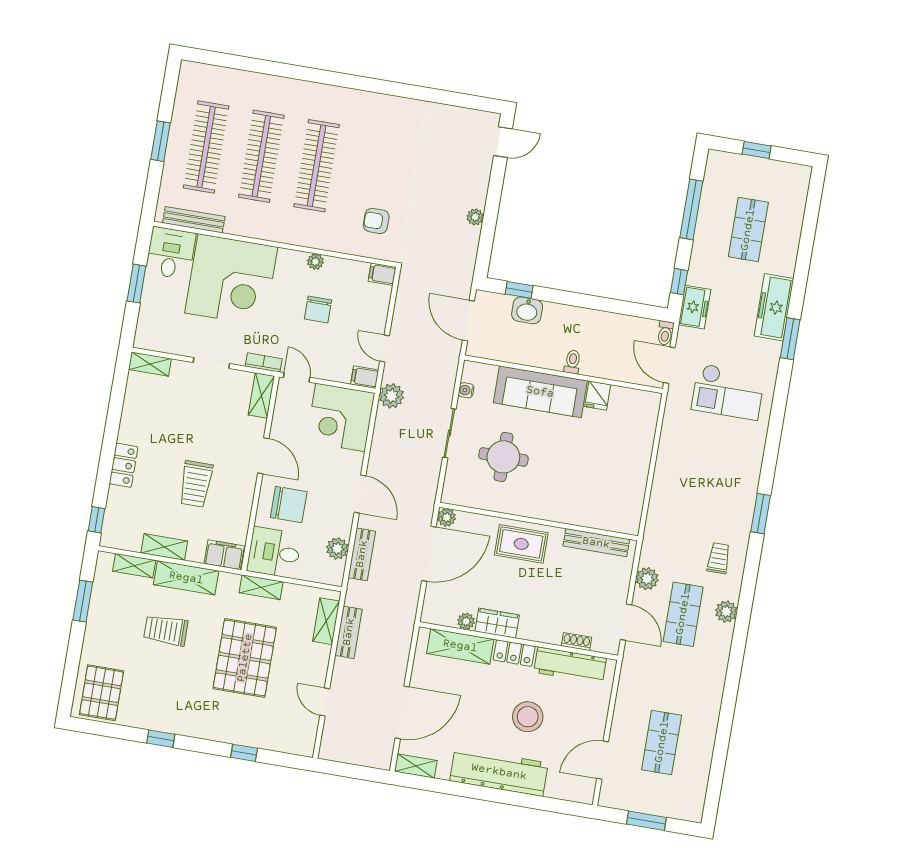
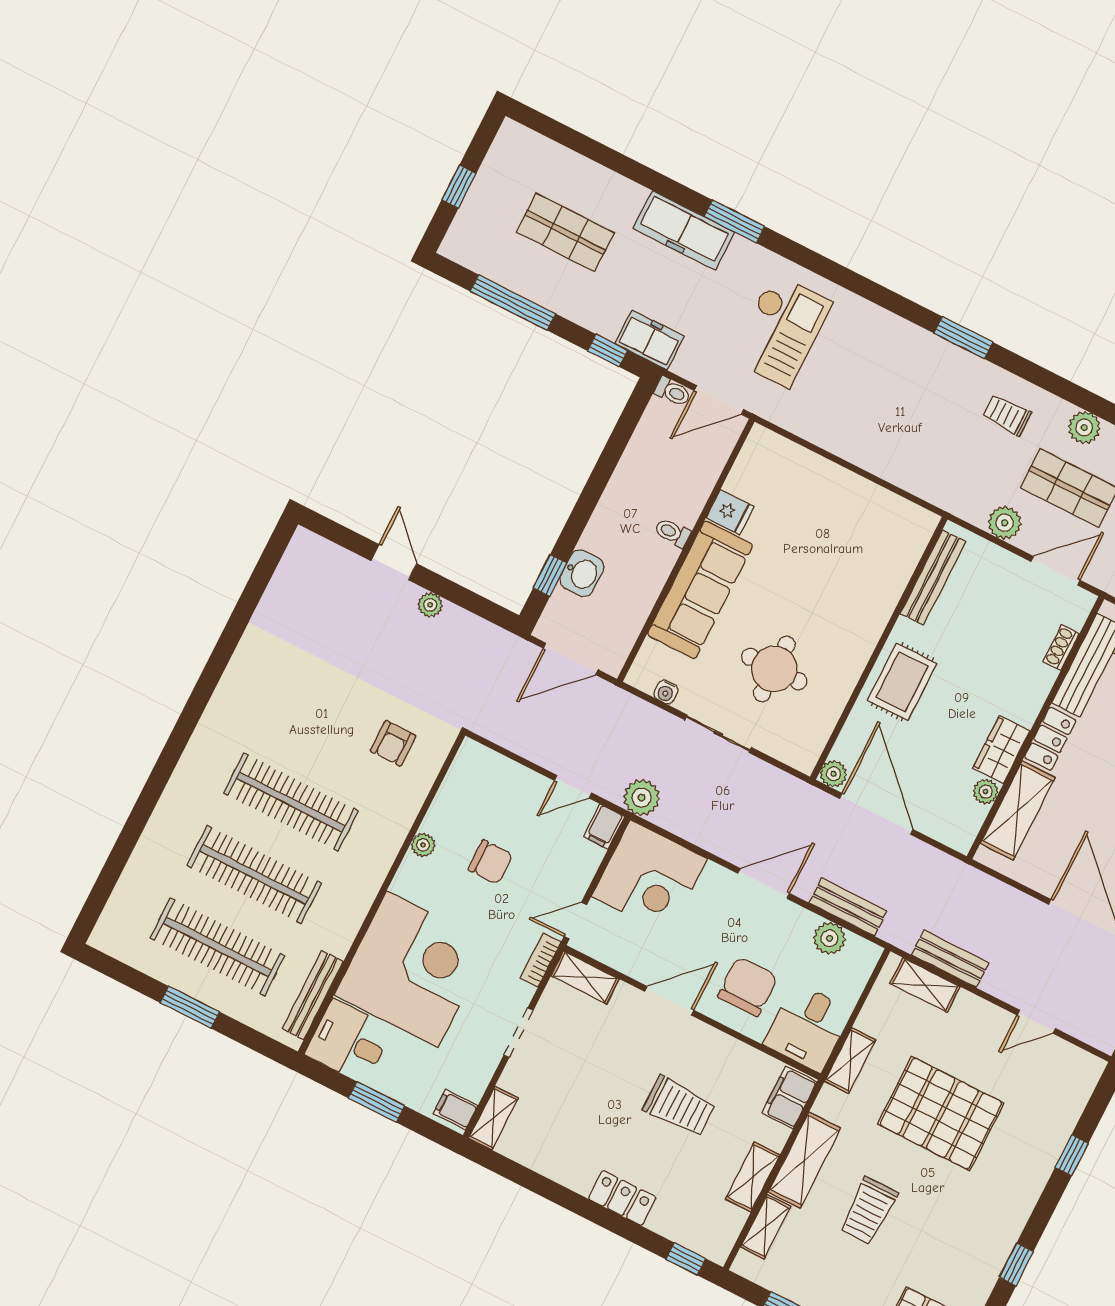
door: (503, 142) -> (394, 562), moved
filing cabinet: (382, 274) -> (456, 1110), moved, turned 90

